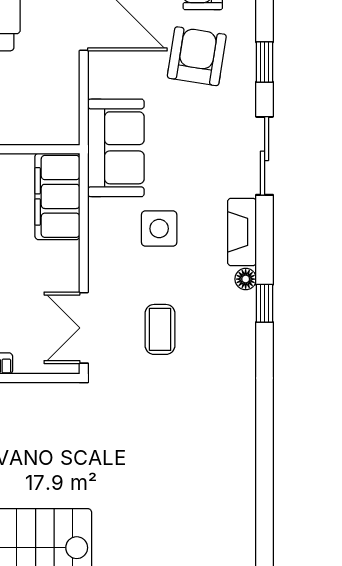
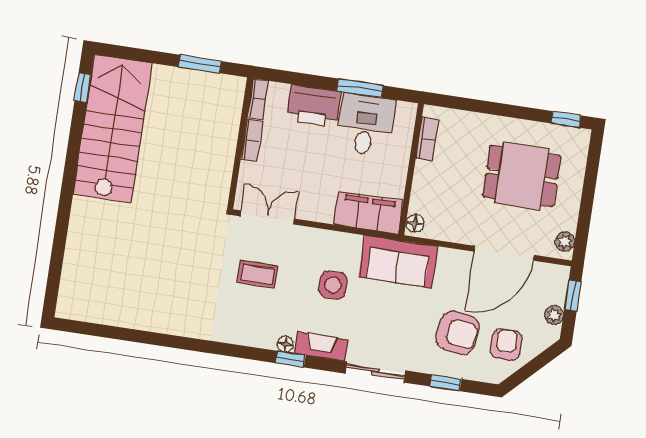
floor lamp: (62, 133) -> (415, 223), added
window: (265, 303) -> (291, 359), moved

